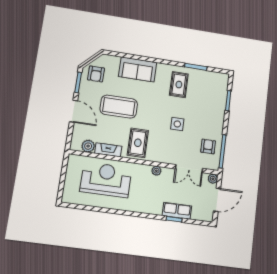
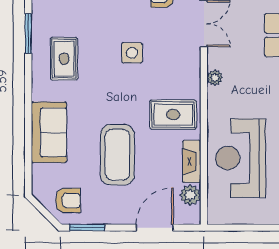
rug: (179, 85) -> (64, 59), turned 90
door: (73, 111) -> (155, 228), moved

